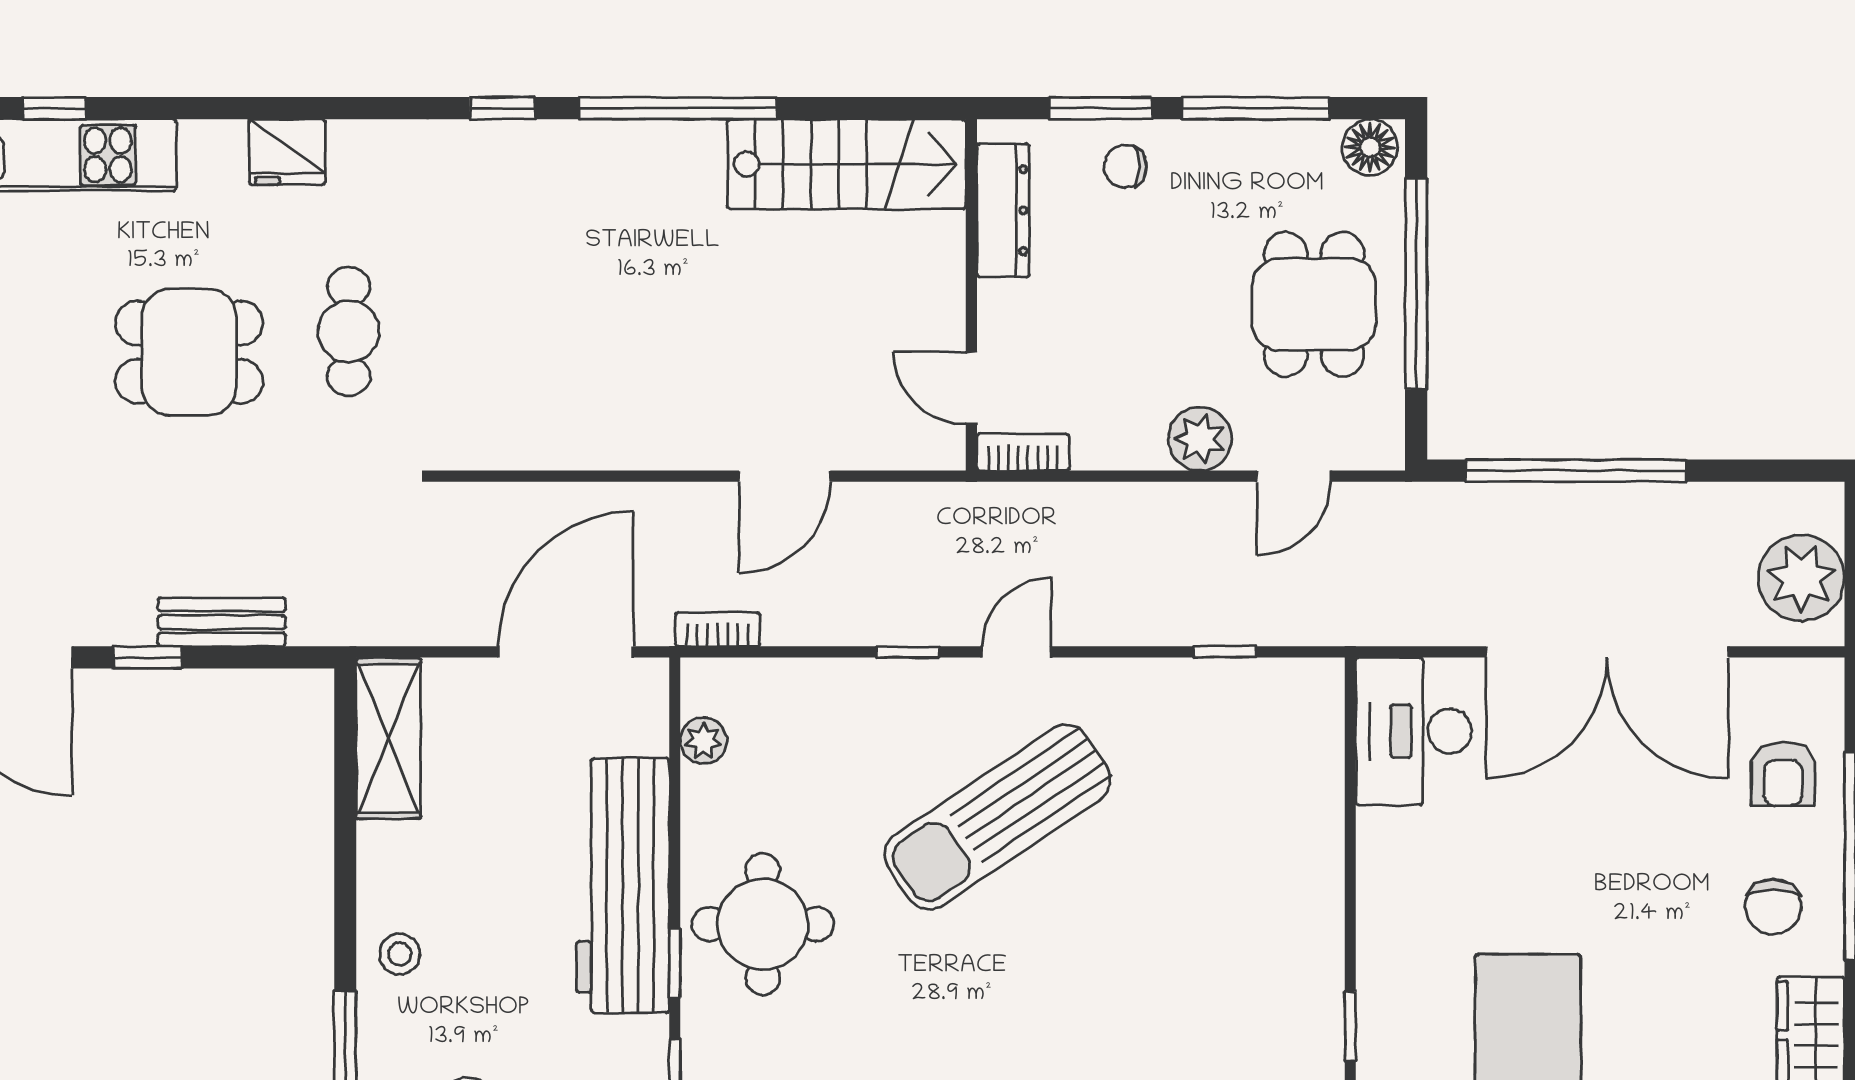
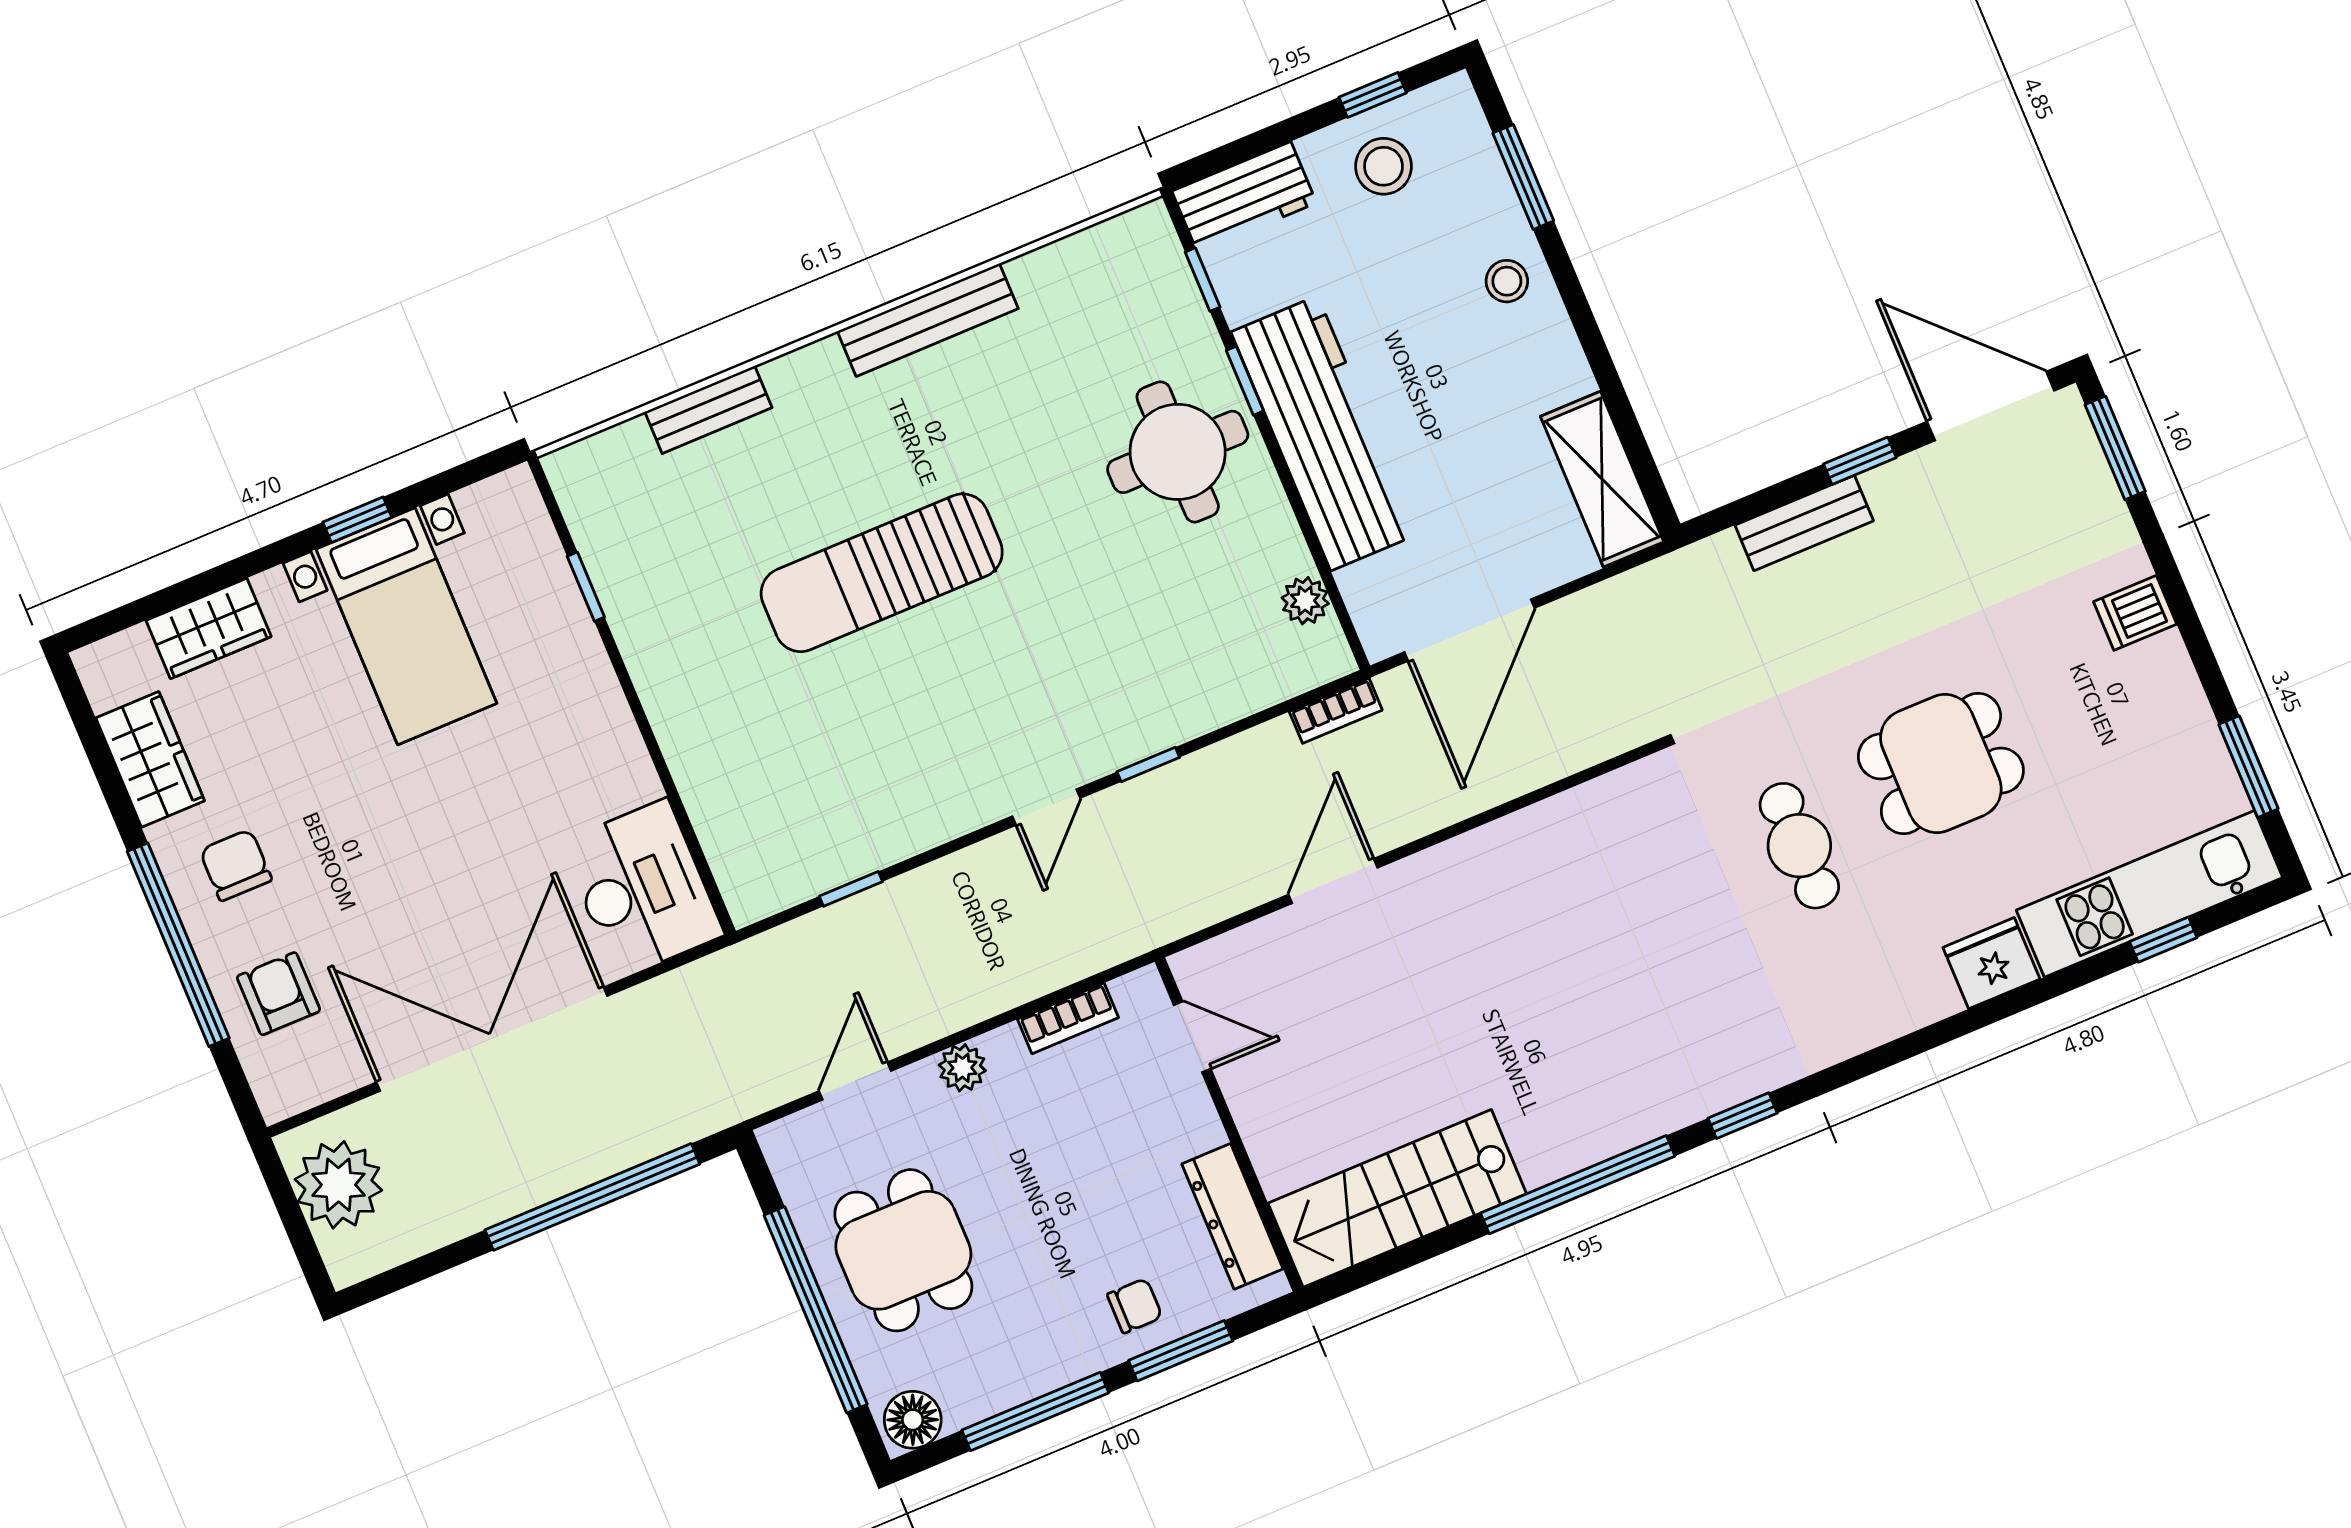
fridge: (287, 152) -> (1991, 963), moved
plant: (1200, 439) -> (962, 1068), width x0.73, depth x0.73
bookcase: (1023, 452) -> (1068, 1018), moved
sun lounger: (998, 817) -> (882, 573), moved, turned -146

